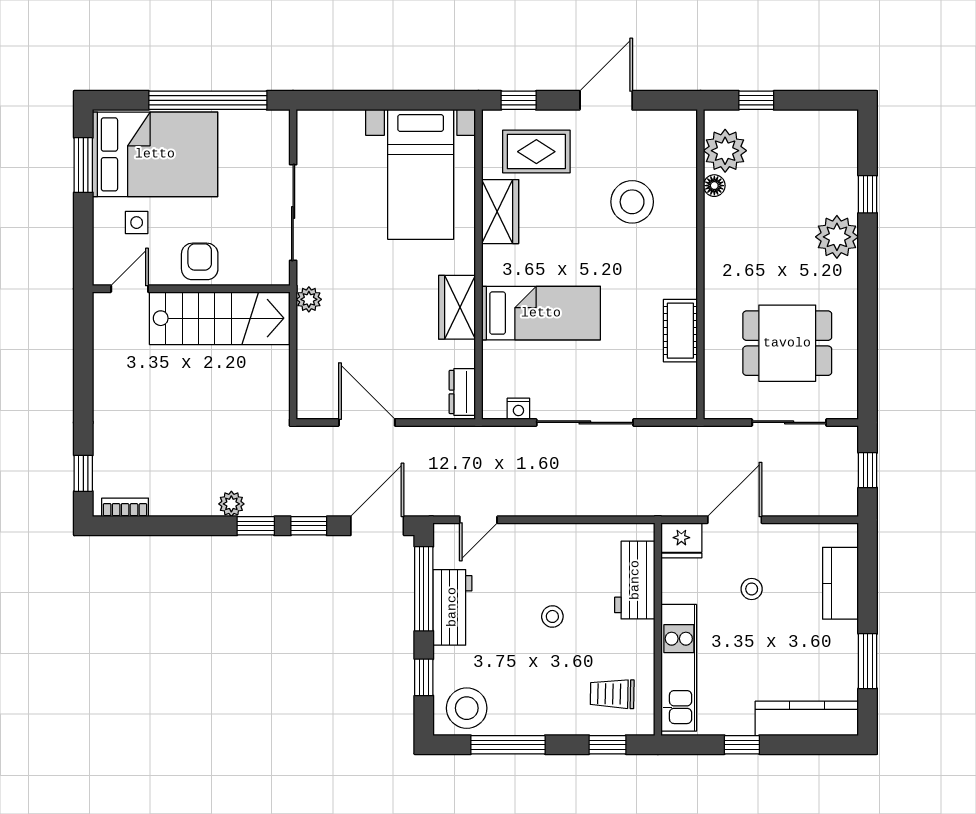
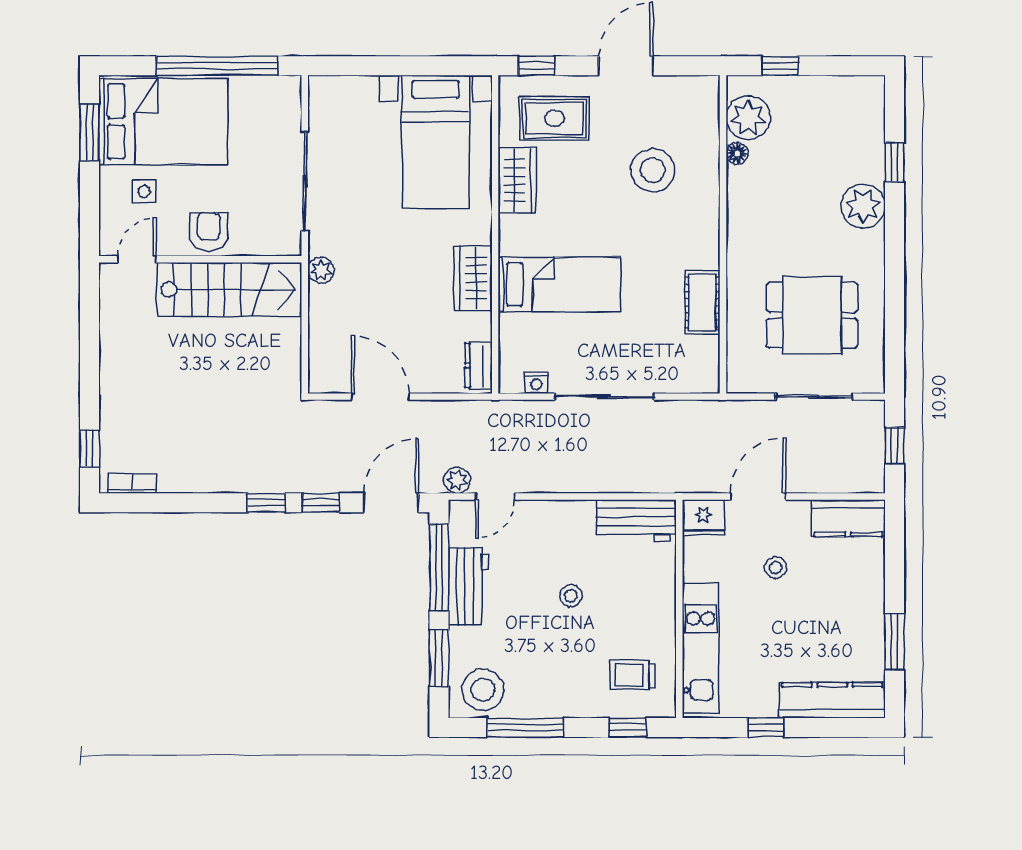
plant: (231, 504) -> (457, 480), moved
workbench: (635, 580) -> (636, 520), moved, turned -90
kitchen counter: (841, 583) -> (848, 518), moved, turned -90
window: (424, 677) -> (439, 658), width x1.50

